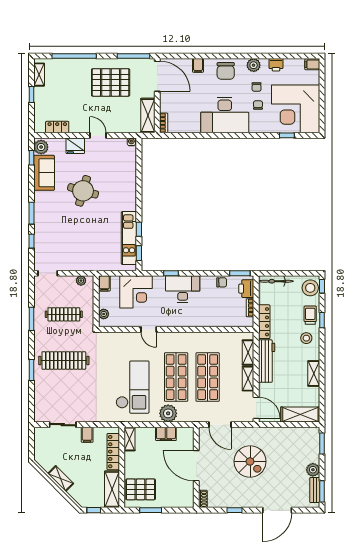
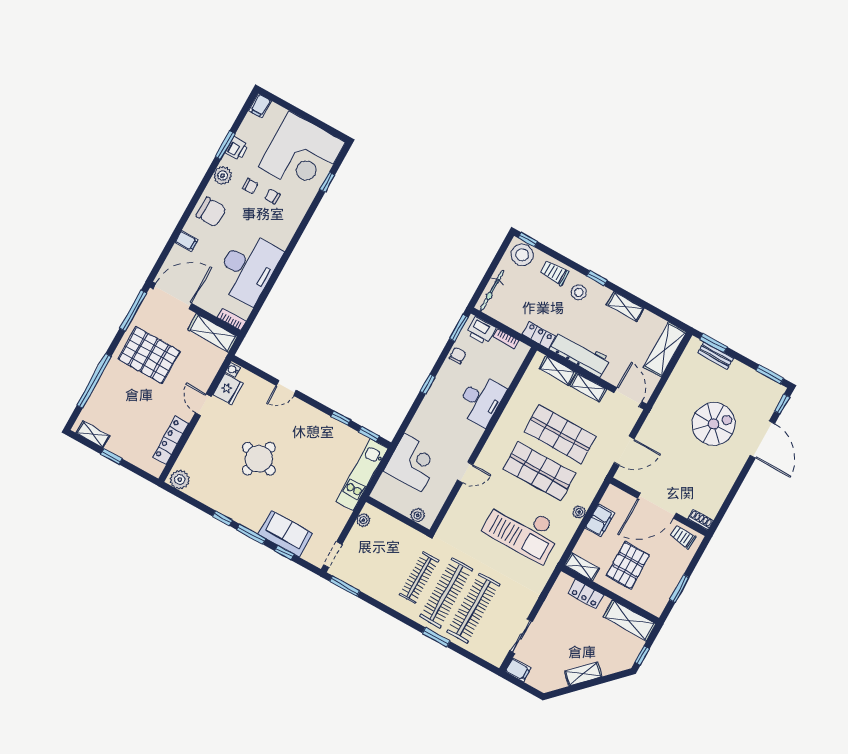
window: (274, 56) -> (225, 145), added
pallet: (111, 82) -> (149, 355), turned 90
desk: (225, 115) -> (248, 268), moved
locker: (57, 127) -> (171, 440), width x1.53
door: (98, 135) -> (203, 405), hinge flipped
fridge: (75, 146) -> (228, 389), moved
window: (31, 158) -> (222, 518), moved
sofa: (44, 173) -> (285, 534), moved
door: (139, 183) -> (286, 388), added
kitchen unit: (129, 238) -> (362, 475), moved, turned 90
window: (171, 273) -> (428, 384), moved
filing cabinet: (104, 283) -> (382, 494), removed
desk: (183, 289) -> (481, 400), moved, turned 180
clothes rail: (64, 314) -> (419, 578), moved
window: (31, 319) -> (345, 586), moved
window: (322, 320) -> (597, 278), moved
locker: (264, 322) -> (539, 335), width x0.66
clothes rail: (64, 384) -> (473, 608), added
checkout: (132, 387) -> (523, 529), turned 180
door: (256, 408) -> (628, 397), hinge flipped
plant: (168, 413) -> (579, 512), width x0.53, depth x0.53
filing cabinet: (87, 435) -> (518, 670), moved
locker: (113, 452) -> (586, 594), width x0.66
spiral stairs: (250, 461) -> (713, 424), moved
plant: (313, 470) -> (738, 371), removed
pallet: (141, 489) -> (628, 565), moved
bench: (315, 490) -> (716, 355), moved
trolley: (185, 494) -> (683, 537), added
window: (235, 510) -> (782, 404), moved

